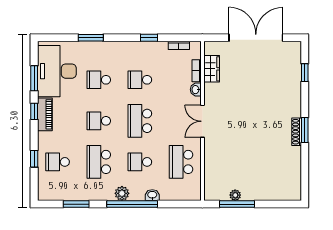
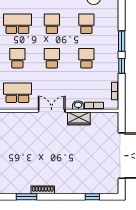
window: (91, 38) -> (122, 41), moved
wardrobe: (212, 69) -> (79, 118), moved
school desk: (140, 121) -> (52, 58), width x0.54
window: (305, 130) -> (26, 197), moved

